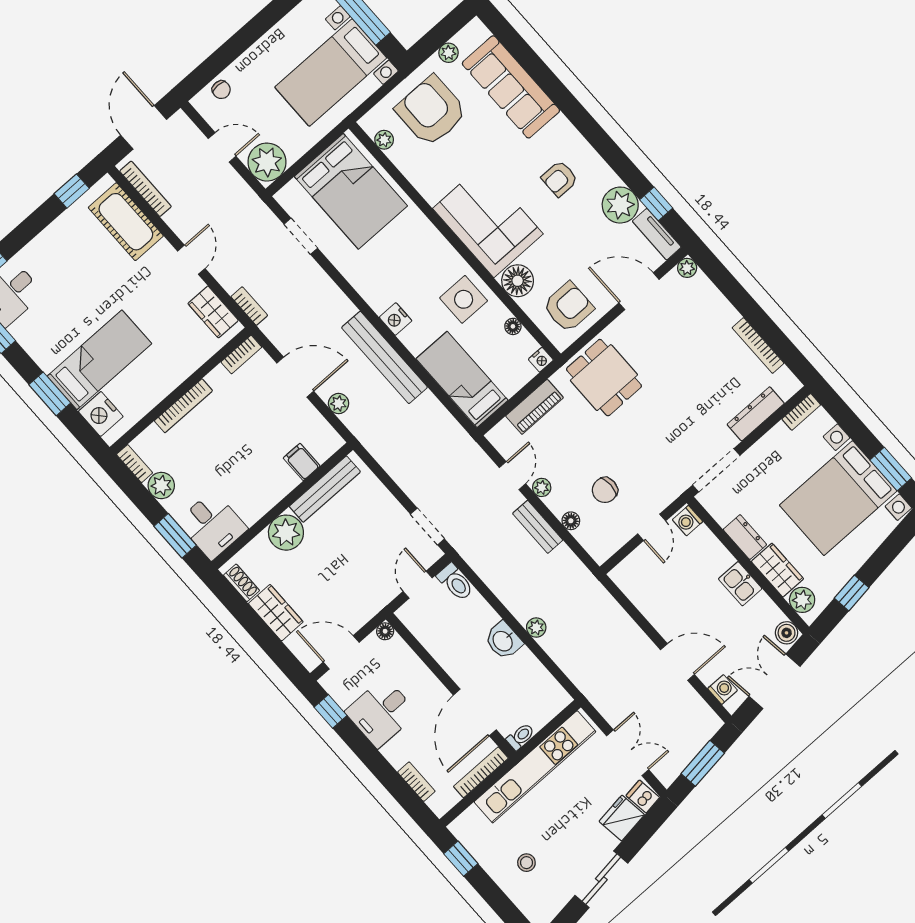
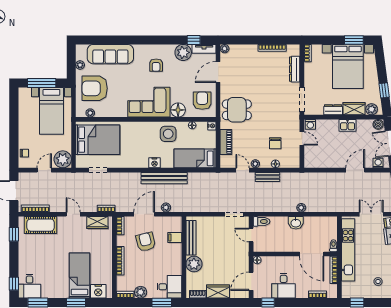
armchair: (252, 420) -> (146, 242), added

